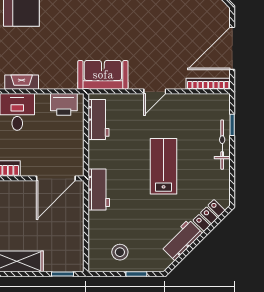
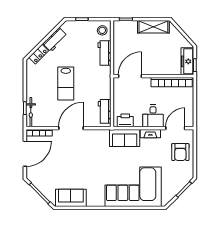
sofa: (103, 75) -> (125, 138), moved
door: (155, 91) -> (71, 128), width x1.88
bicycle: (222, 145) -> (31, 112), moved
workbench: (99, 189) -> (104, 53), moved
stool: (120, 252) -> (102, 30), moved

